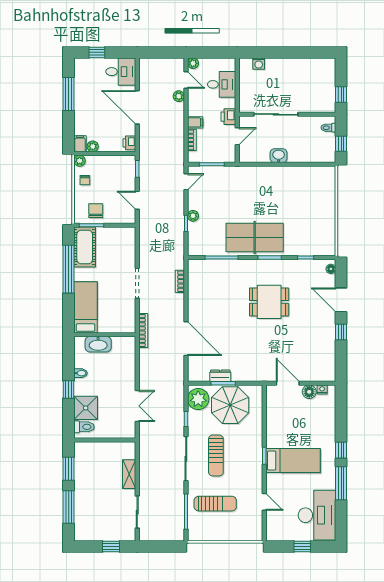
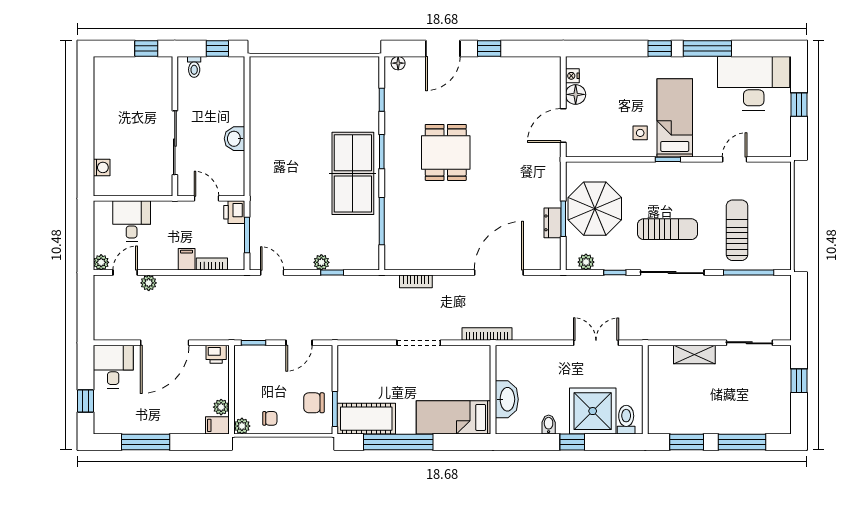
printer: (228, 117) -> (234, 212), moved, turned 90
plant: (198, 399) -> (586, 262), width x0.53, depth x0.53
shower: (86, 408) -> (593, 411), width x1.37, depth x1.37
side table: (283, 437) -> (640, 133), added

